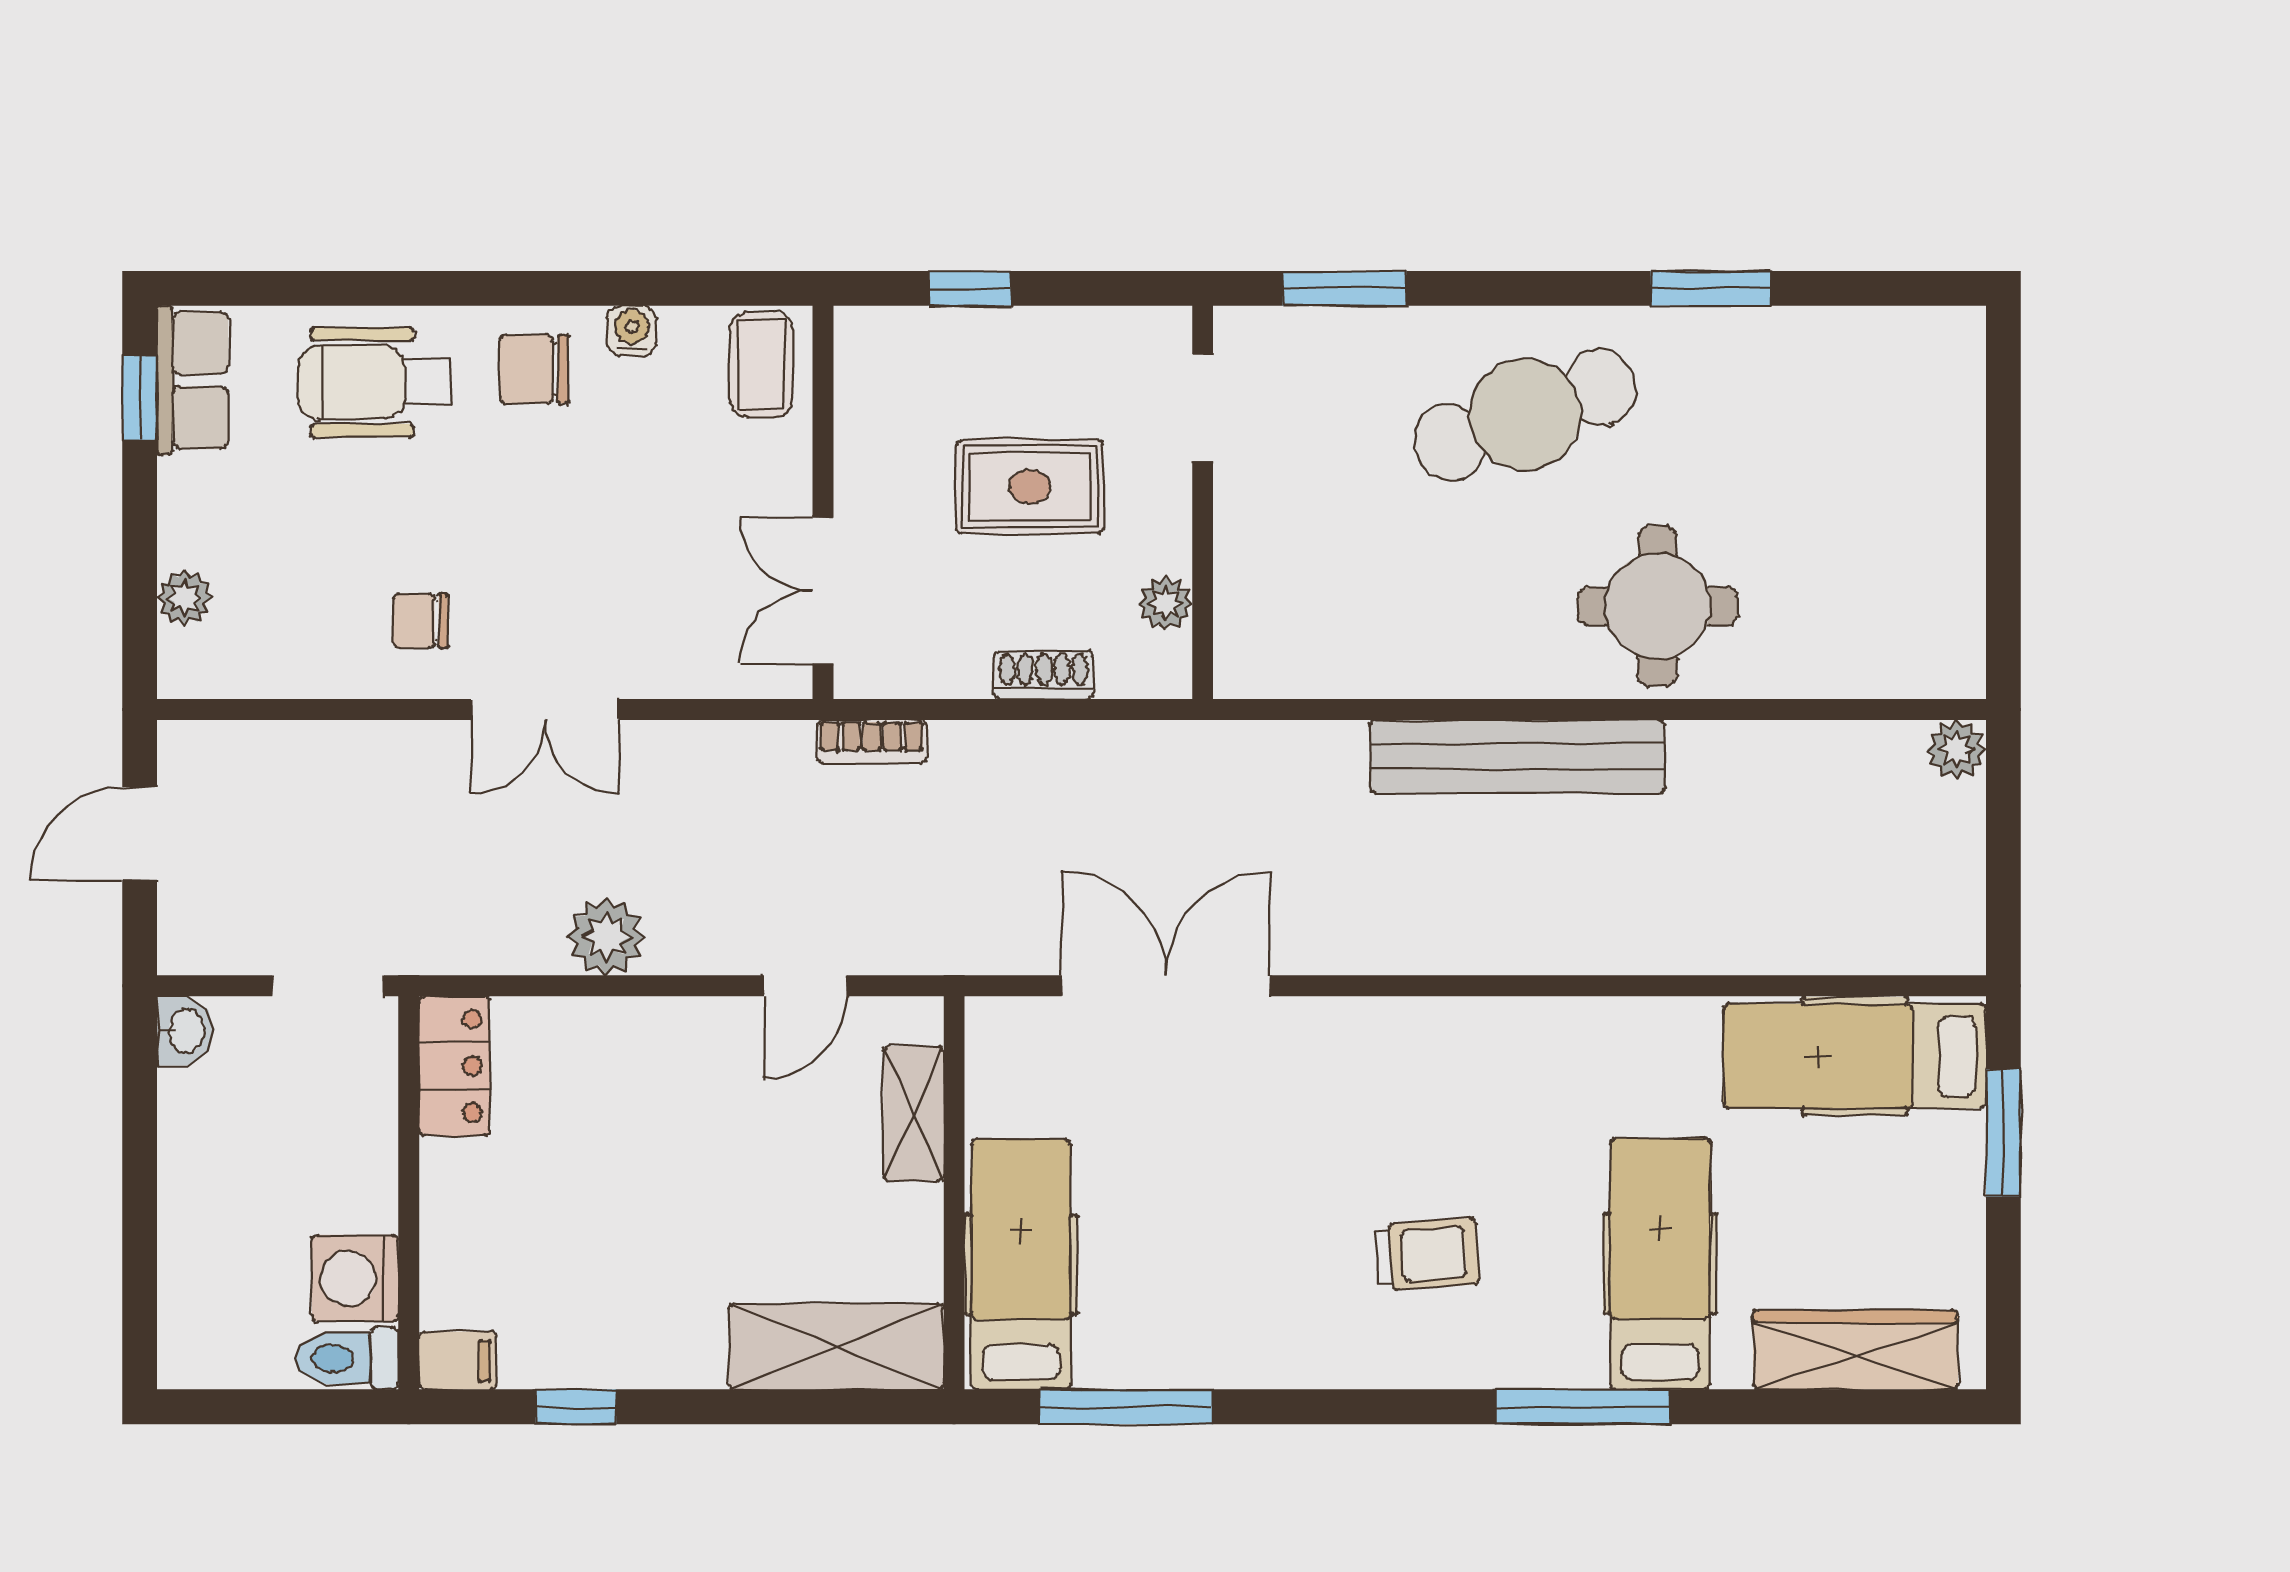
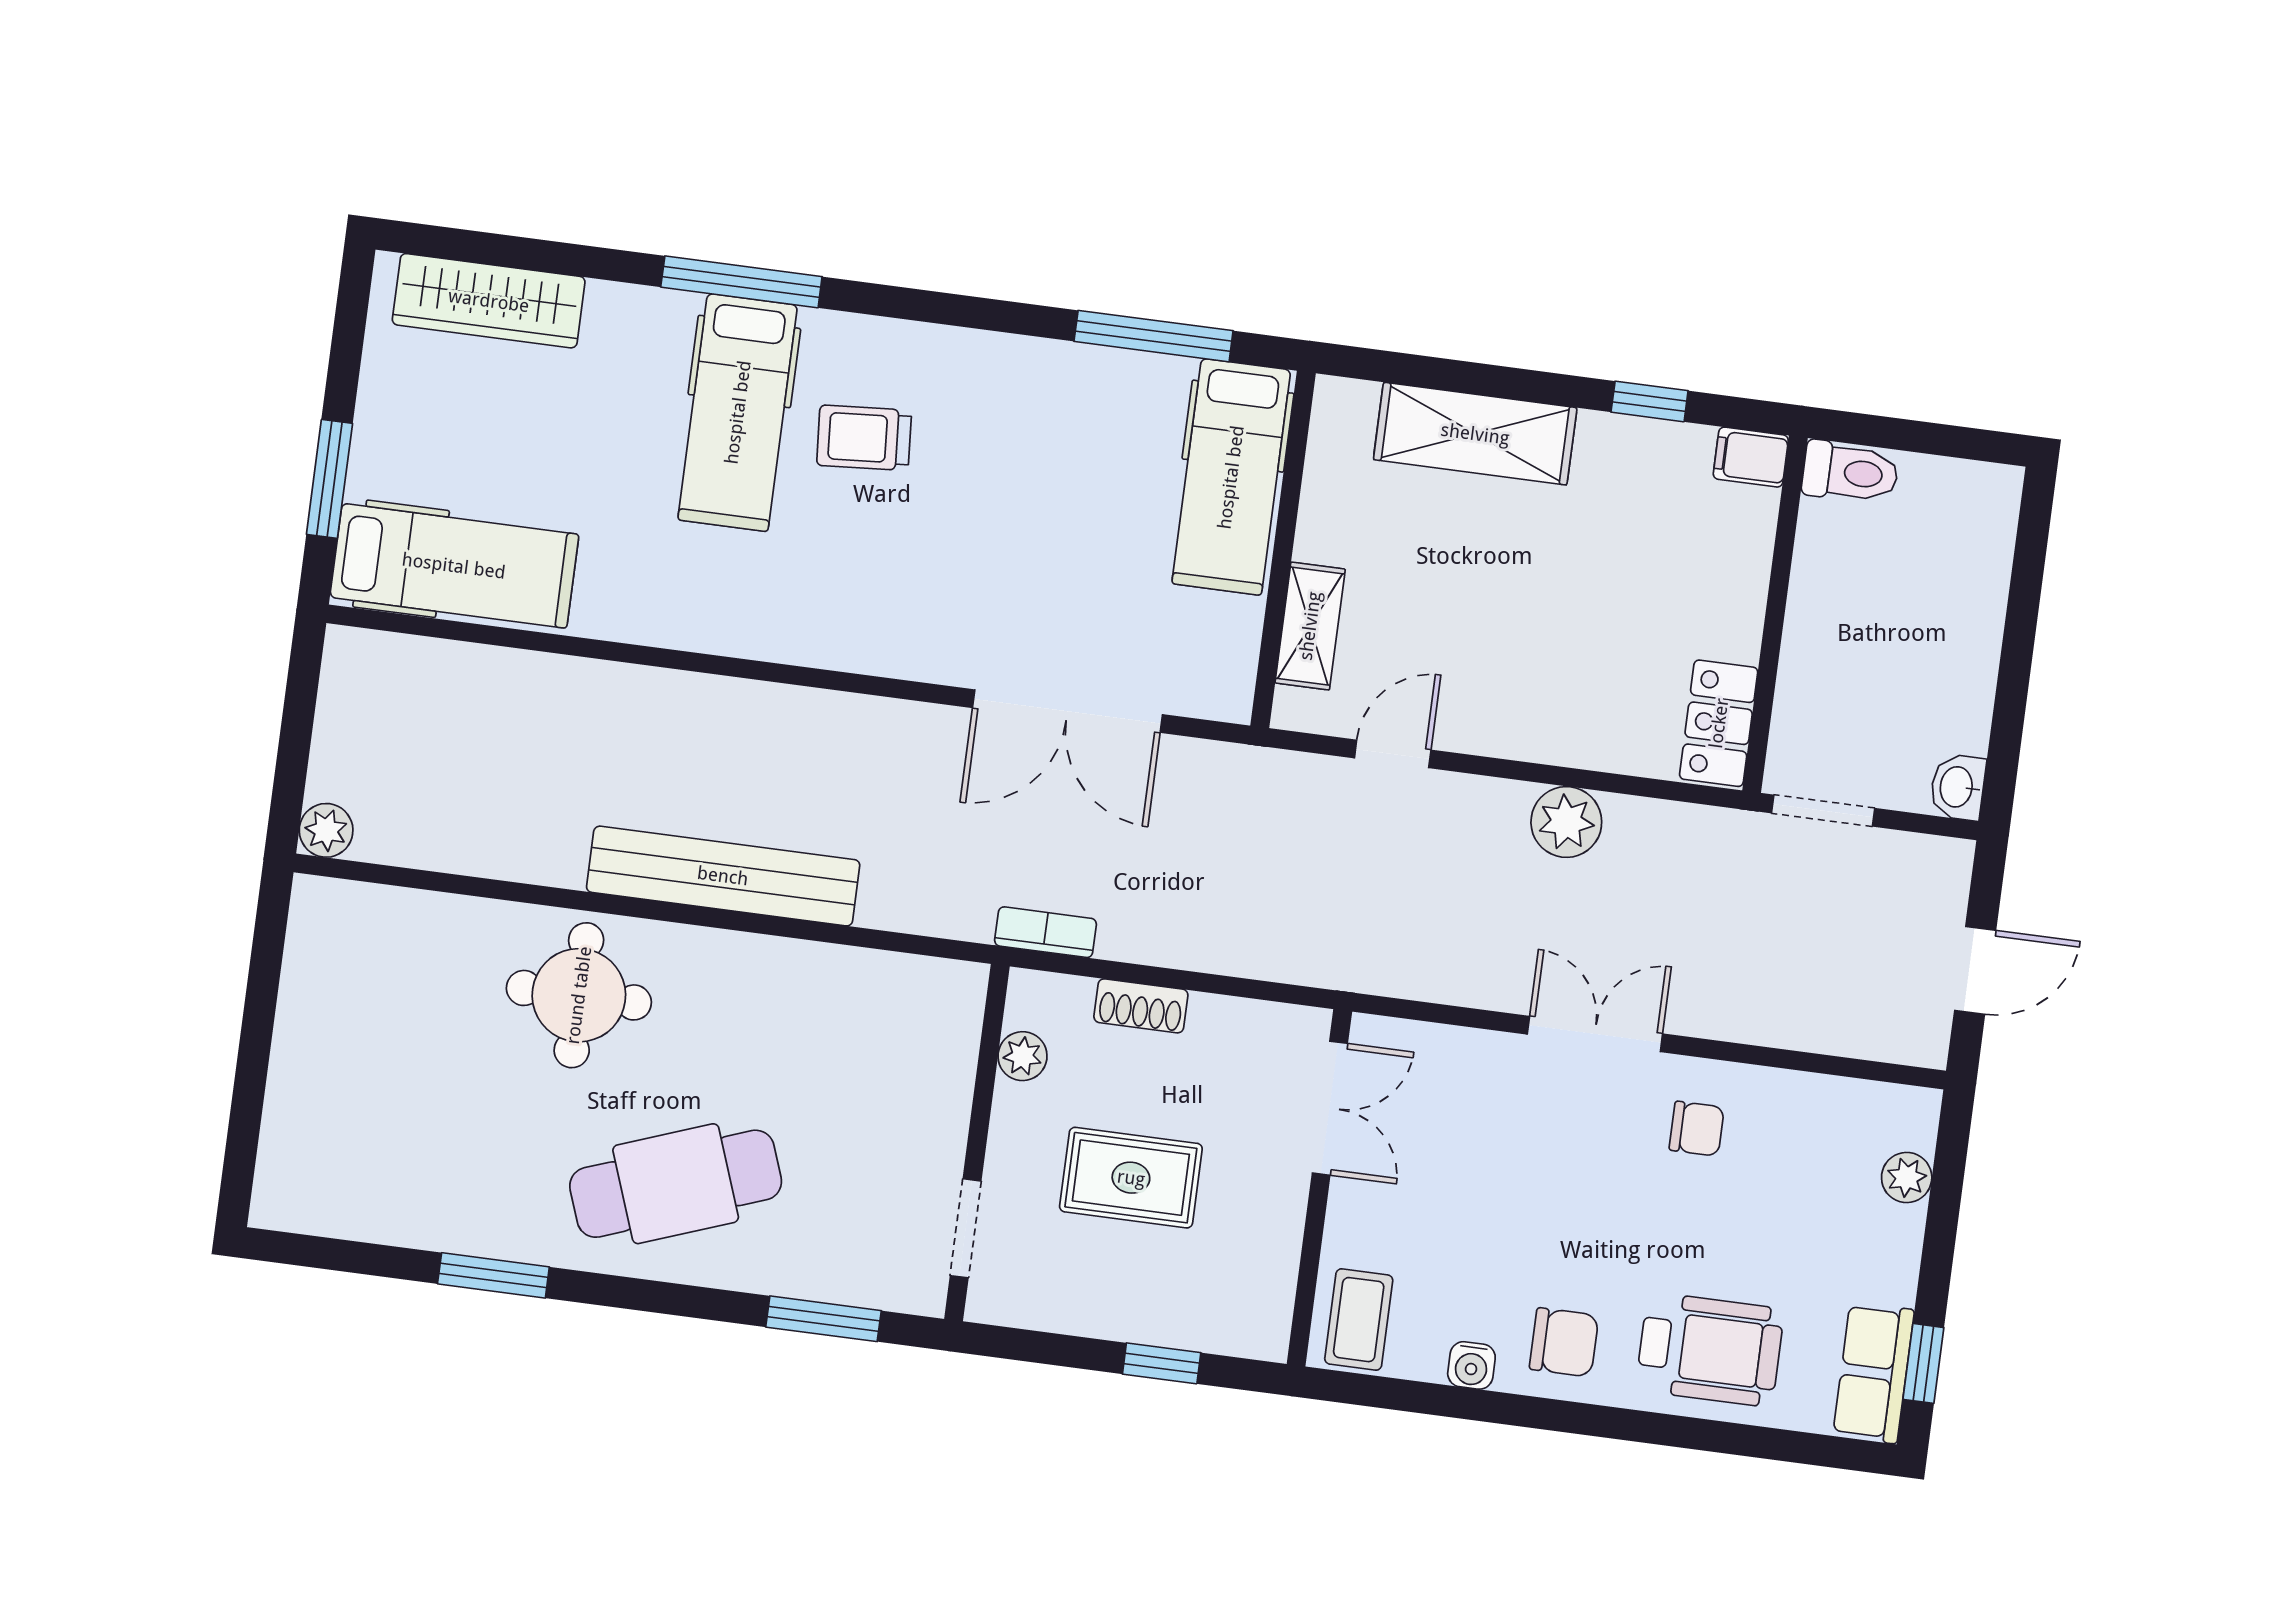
bookcase: (872, 742) -> (1046, 932), moved
hospital bed: (1660, 1264) -> (738, 412), moved
washing machine: (355, 1278) -> (1834, 544), removed
shelving: (836, 1347) -> (1475, 434), moved

